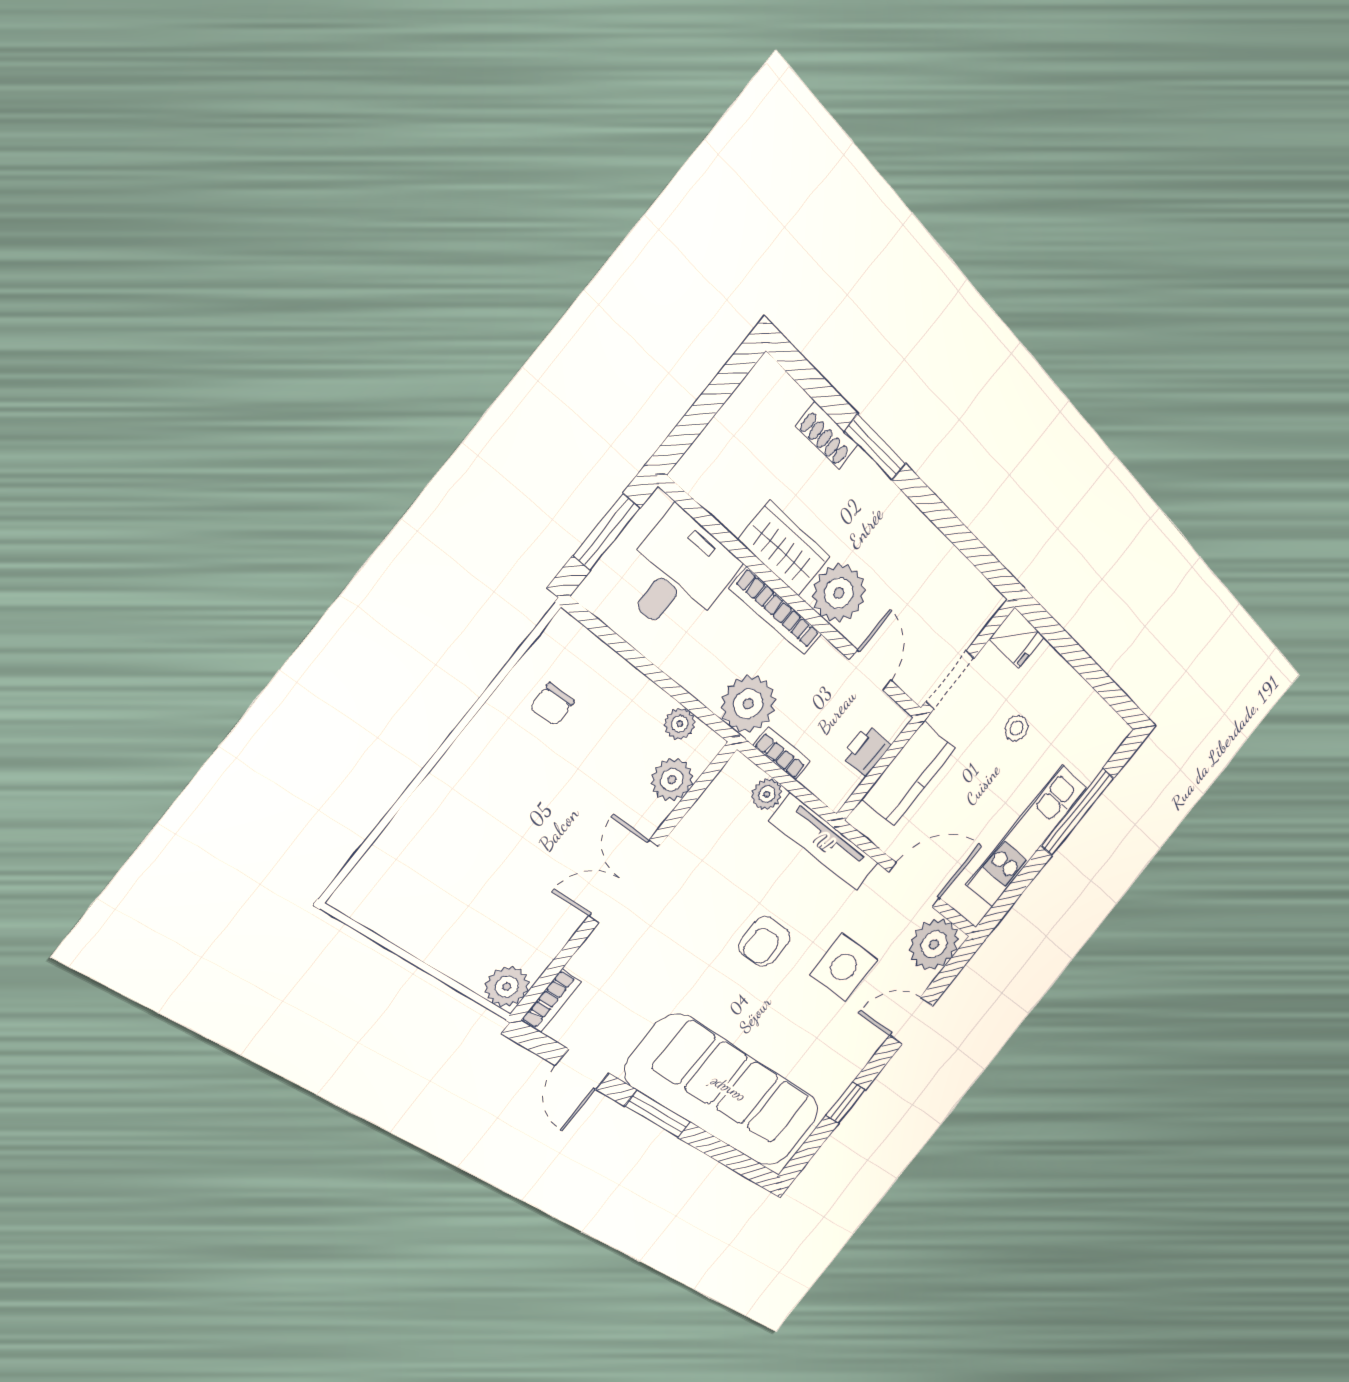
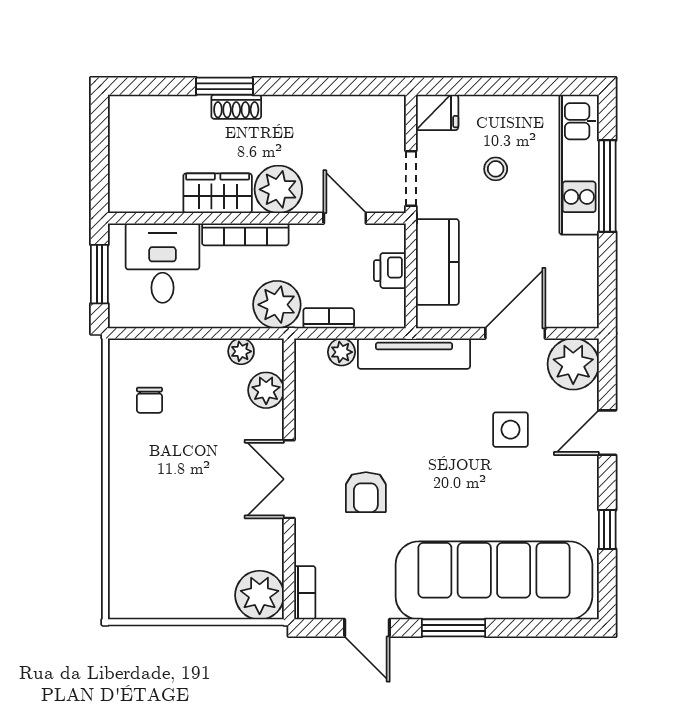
shoe rack: (827, 435) -> (236, 107), moved
kitchen unit: (1027, 836) -> (579, 165), moved
armchair: (765, 941) -> (366, 492), moved
side table: (844, 967) -> (511, 430), width x0.73, depth x0.73
plant: (507, 987) -> (260, 595), width x1.36, depth x1.36

